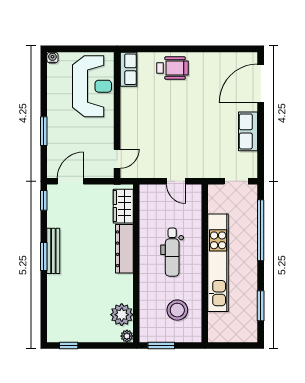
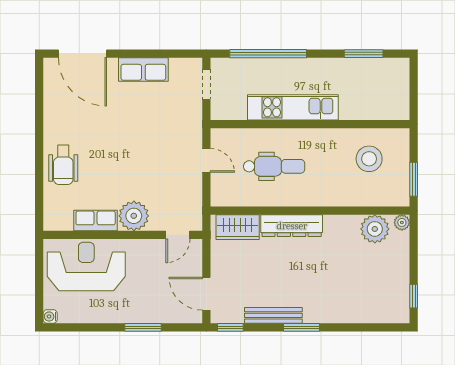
wheelchair: (173, 68) -> (63, 165), turned 180
row of seats: (128, 69) -> (96, 220), moved
plant: (132, 124) -> (134, 216), added
door: (117, 159) -> (178, 235), swing flipped
door: (176, 181) -> (206, 160), hinge flipped
bench: (53, 251) -> (273, 315), moved
dental chair: (172, 252) -> (274, 166), moved
kitchen unit: (218, 263) -> (293, 107), width x0.73

